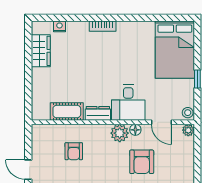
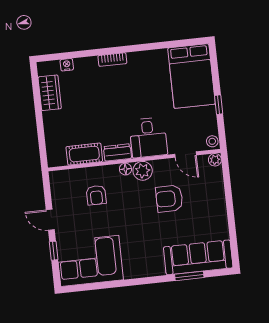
floor lamp: (135, 130) -> (125, 169), moved
armchair: (142, 162) -> (169, 199), turned 90

